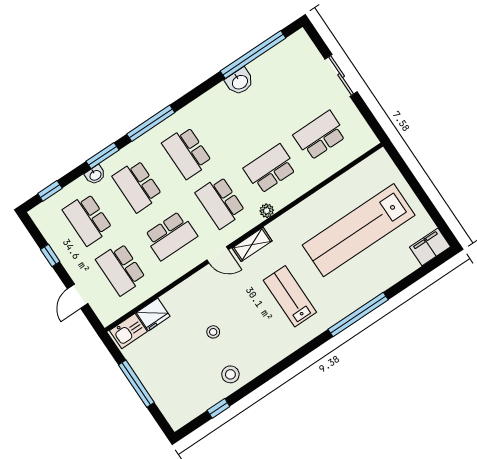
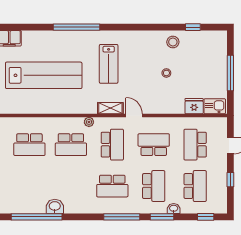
school desk: (187, 153) -> (112, 186), turned 90
school desk: (121, 269) -> (195, 145), turned 180

